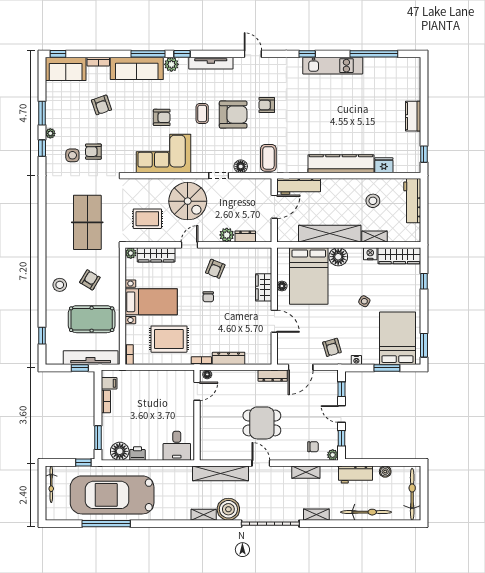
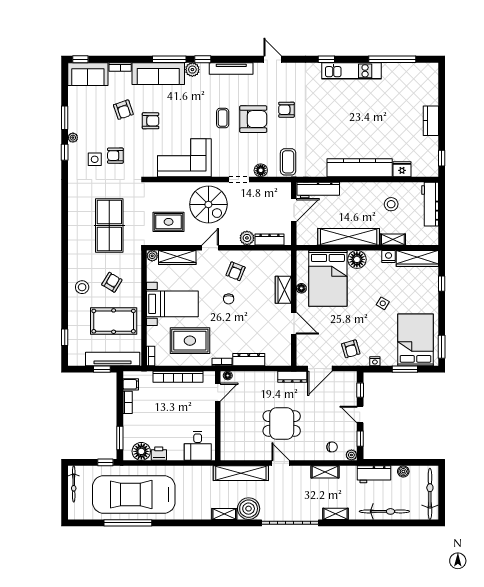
armchair: (162, 117) -> (151, 121), moved
dresser: (245, 236) -> (270, 239), width x1.44
bookcase: (157, 376) -> (178, 377), added

